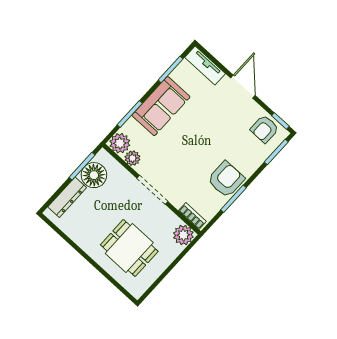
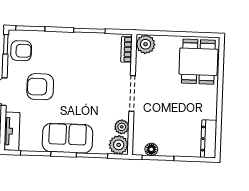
floor lamp: (94, 175) -> (151, 149), width x0.53, depth x0.53
armchair: (226, 179) -> (40, 87), moved
dresser: (67, 197) -> (209, 139), moved, turned -90
dining table: (129, 248) -> (198, 62), moved

